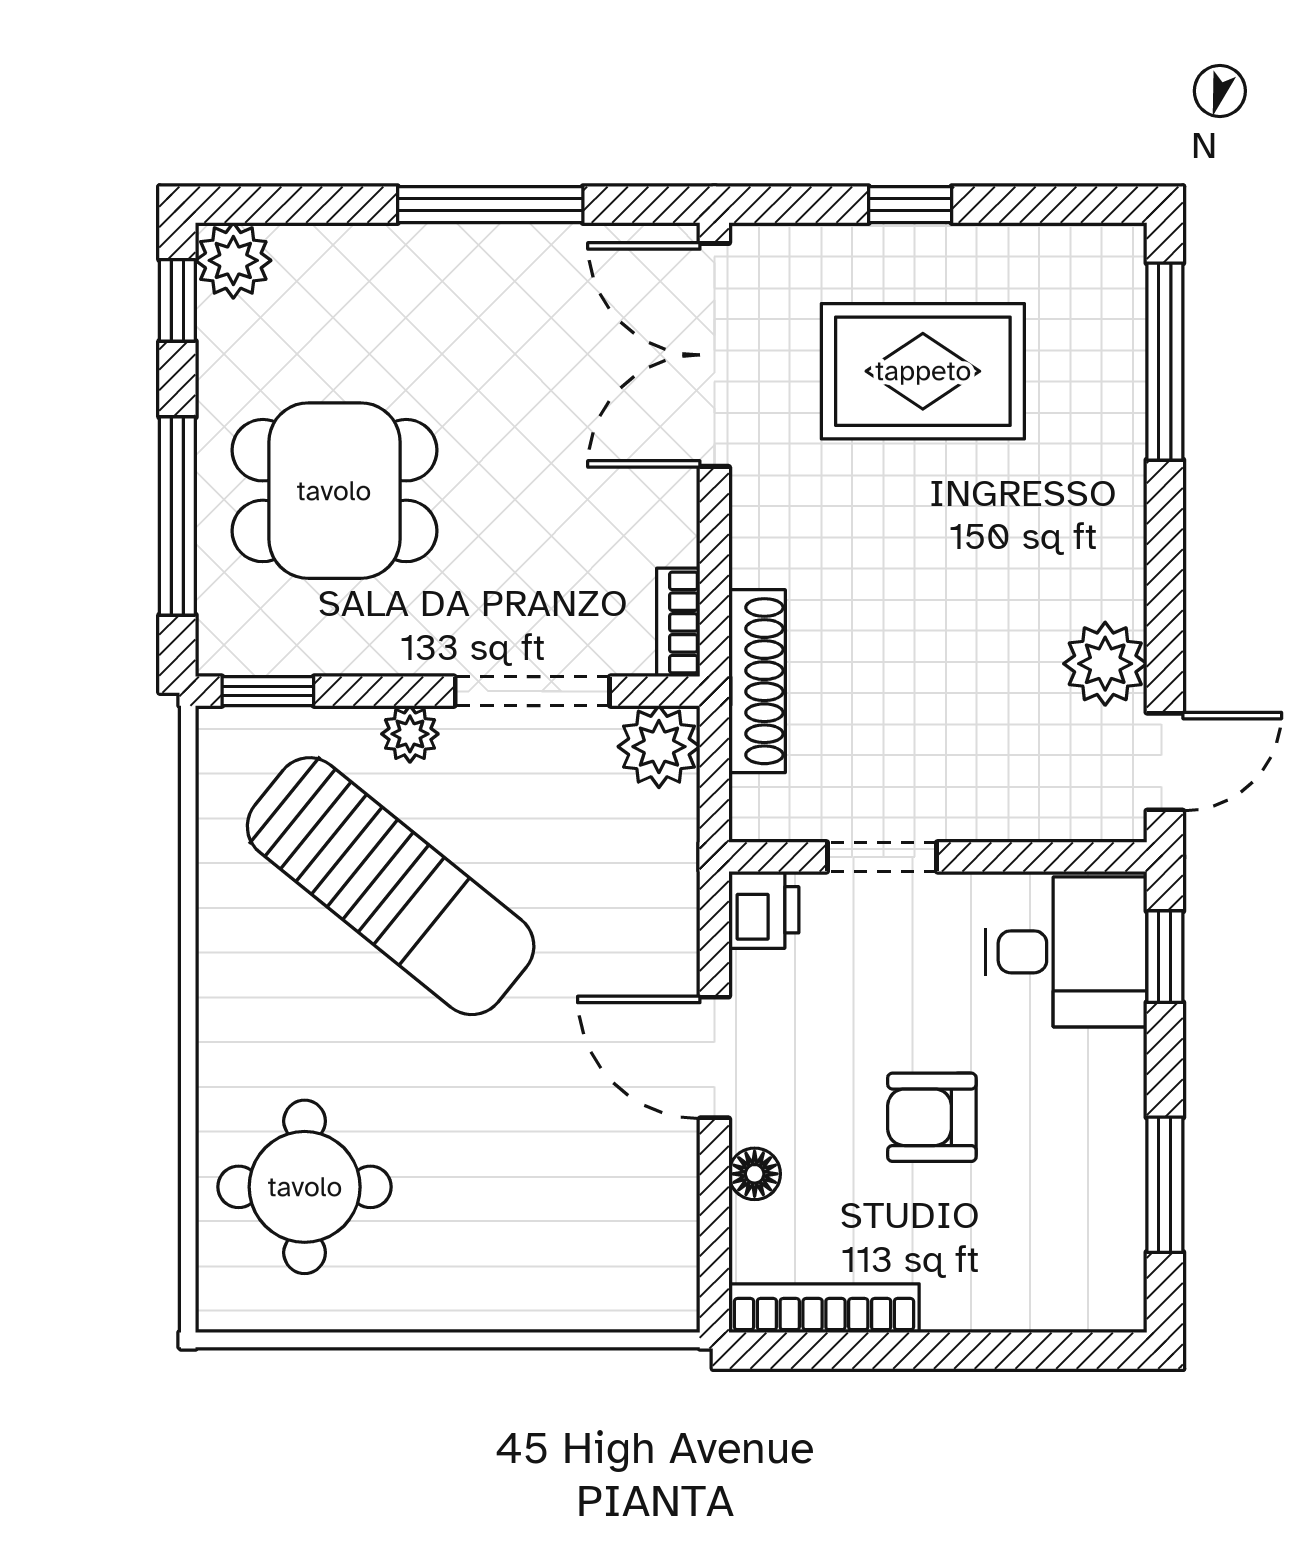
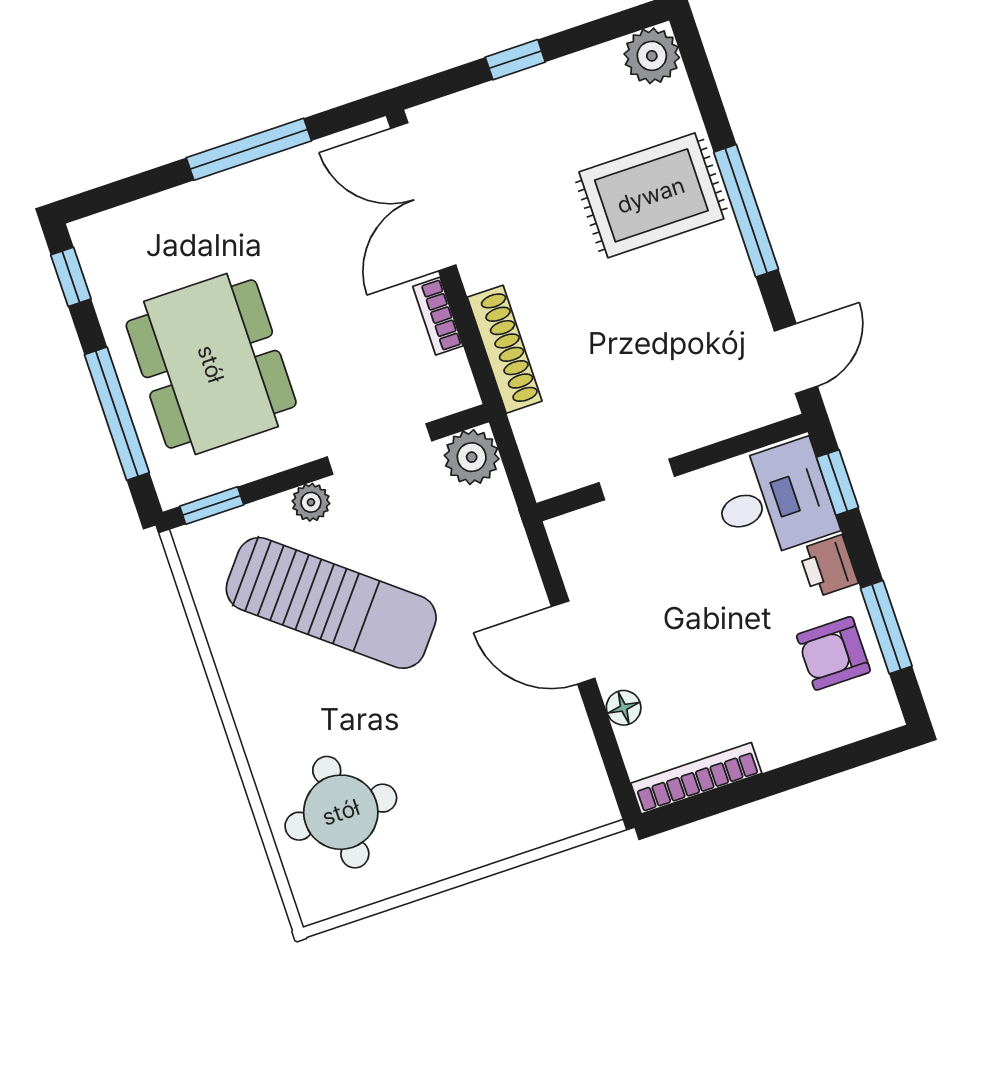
plant: (233, 260) -> (98, 240), removed
window: (1165, 362) -> (746, 211), moved
rug: (923, 371) -> (651, 195), moved
dining table: (334, 491) -> (211, 364), width x1.38
bookcase: (678, 622) -> (438, 316), moved
plant: (1105, 664) -> (652, 56), moved
shoe rack: (757, 681) -> (505, 349), moved
printer: (764, 910) -> (828, 566), moved, turned 180
armchair: (932, 1117) -> (833, 653), moved

